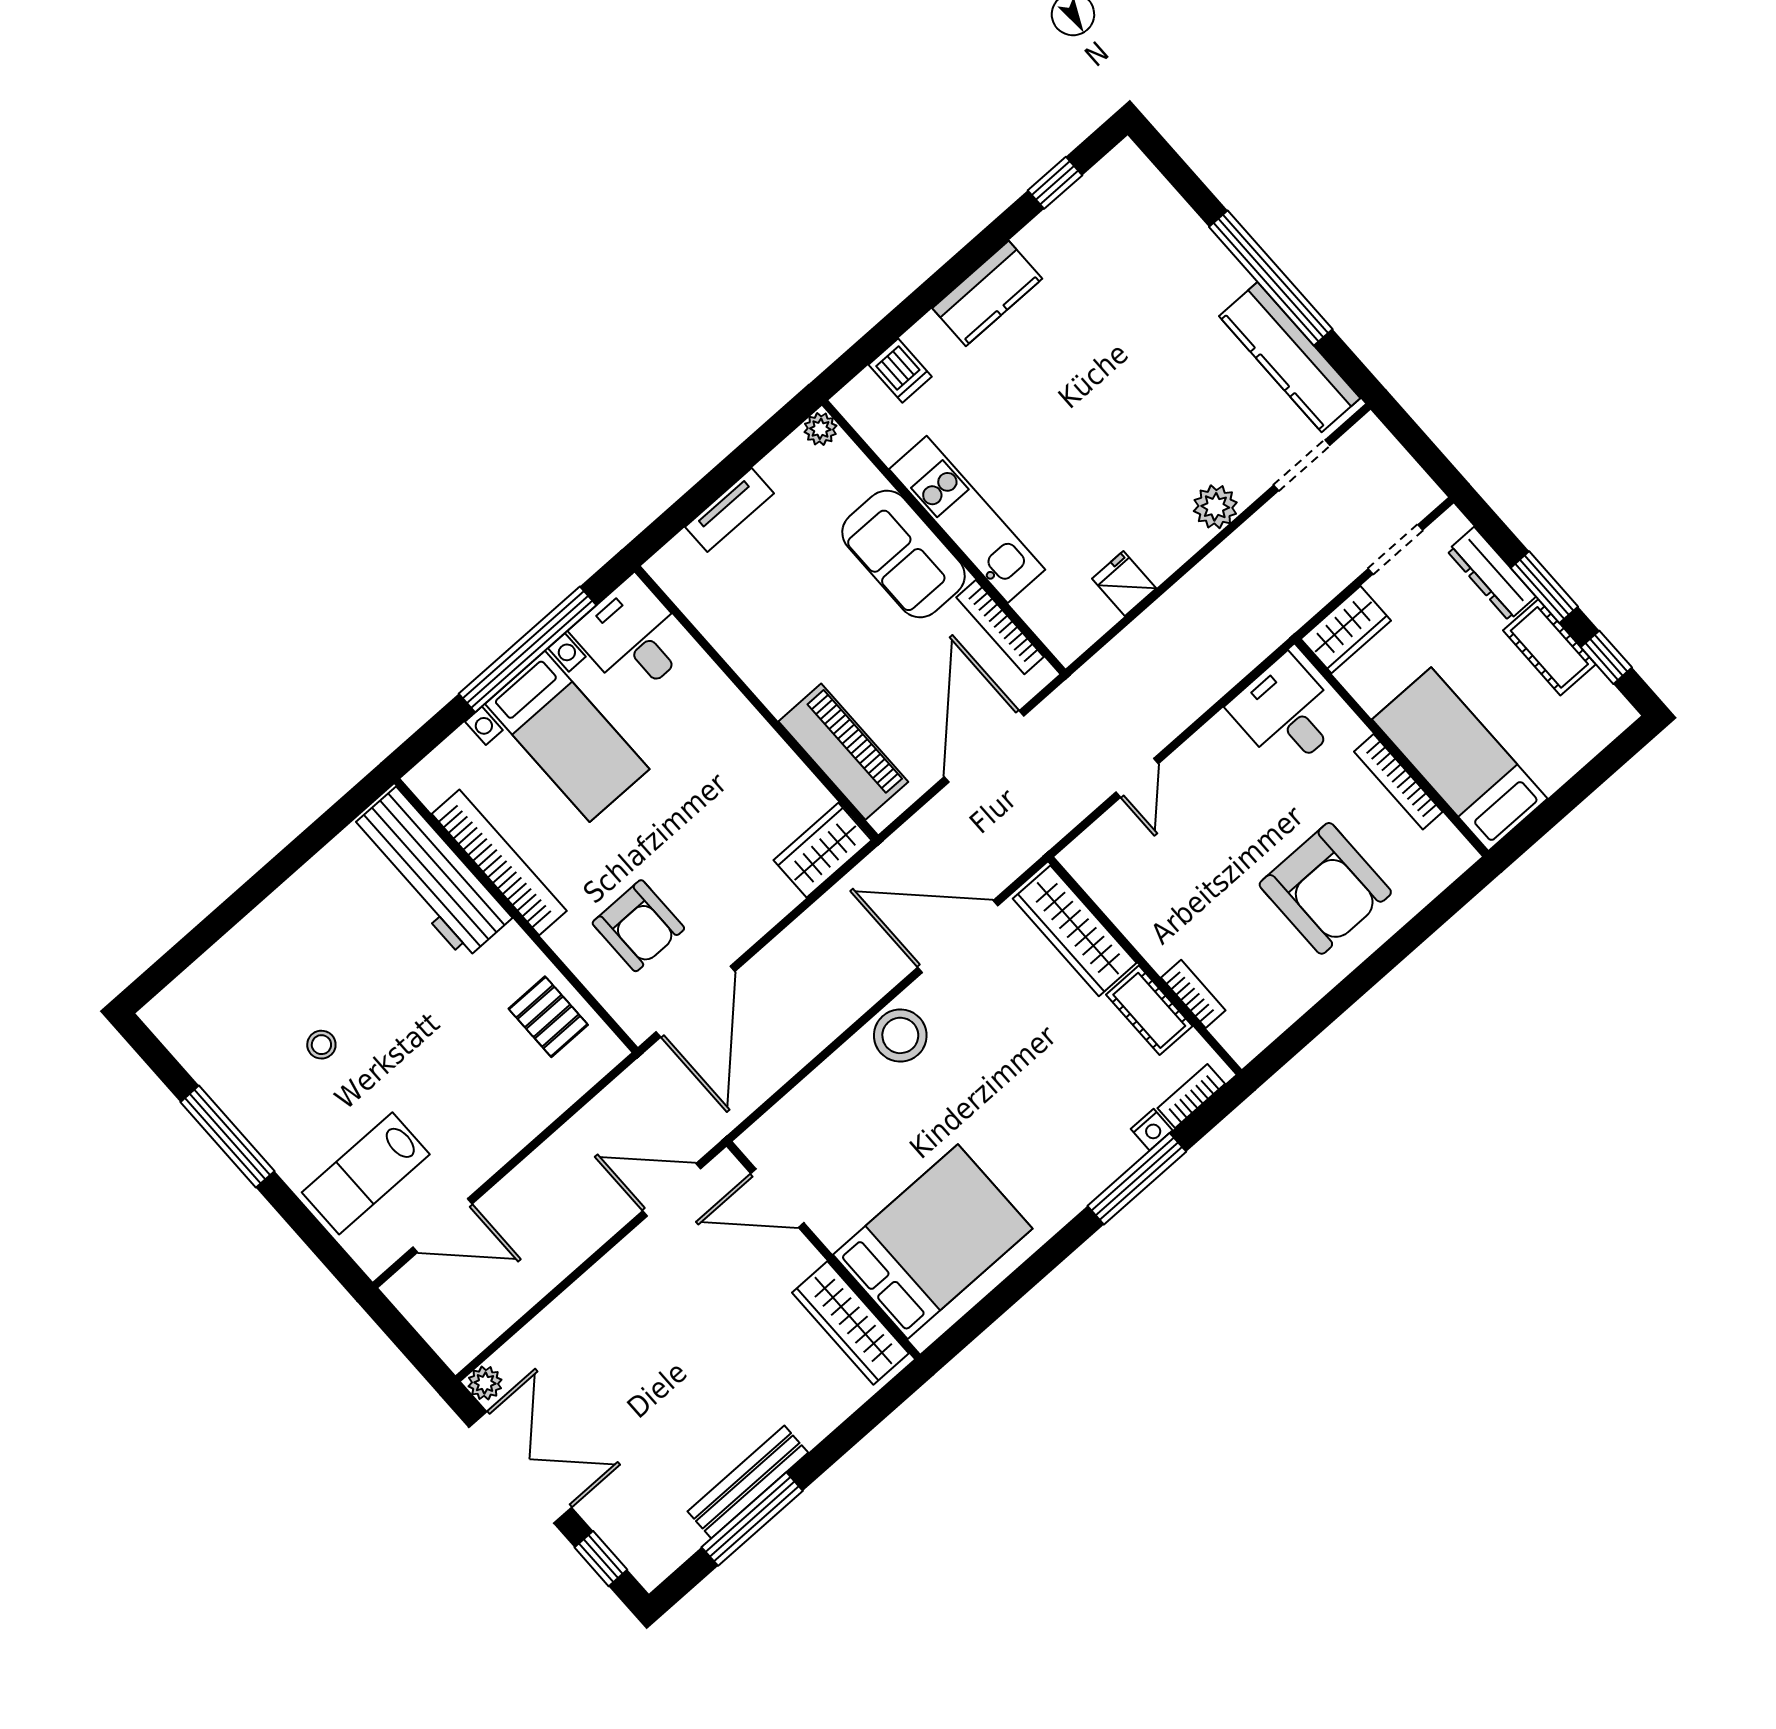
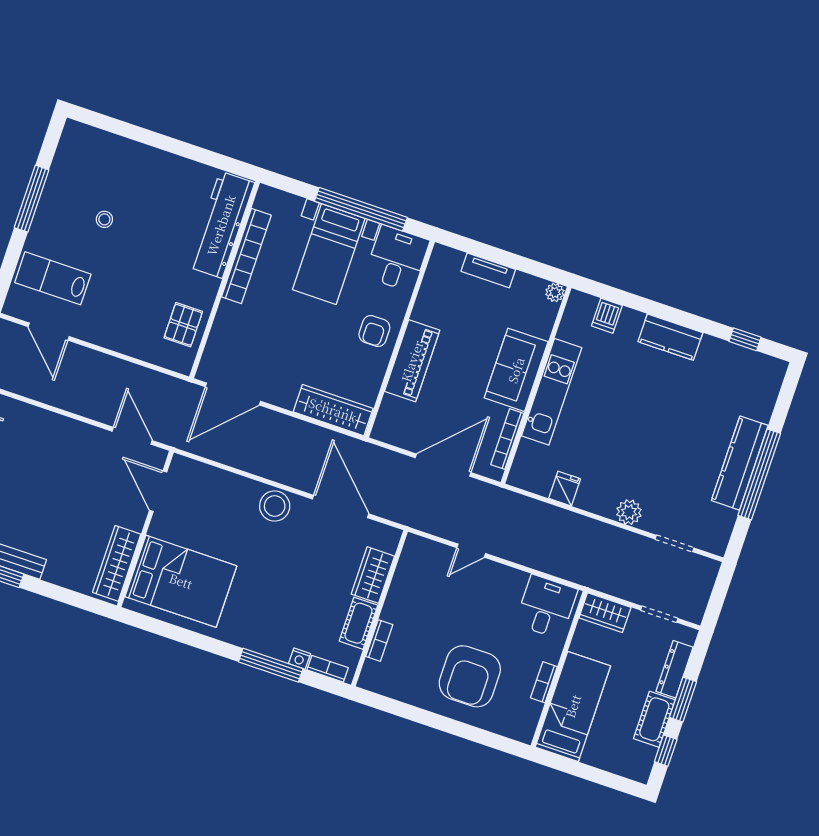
kitchen counter: (1290, 357) -> (740, 463), moved
piano: (843, 752) -> (412, 361), moved
bookcase: (1398, 782) -> (544, 682), width x0.64
wardrobe: (822, 850) -> (333, 410), width x1.50
armchair: (638, 926) -> (374, 331), moved, width x0.72, depth x0.72
wardrobe: (1075, 931) -> (373, 575), width x0.67

